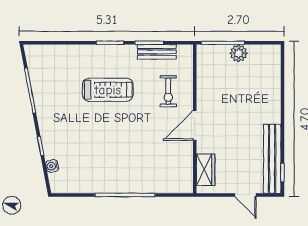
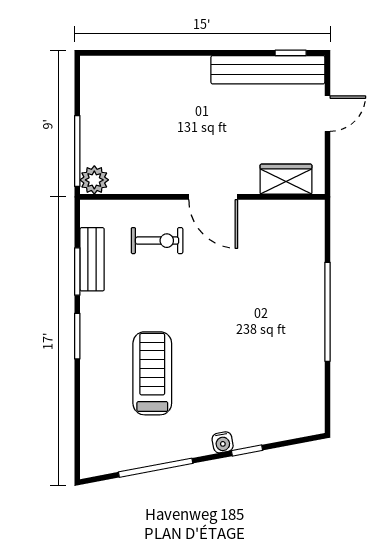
plant: (239, 53) -> (94, 180), moved
treadmill: (108, 90) -> (152, 373), moved
water cooler: (52, 166) -> (223, 442), moved

